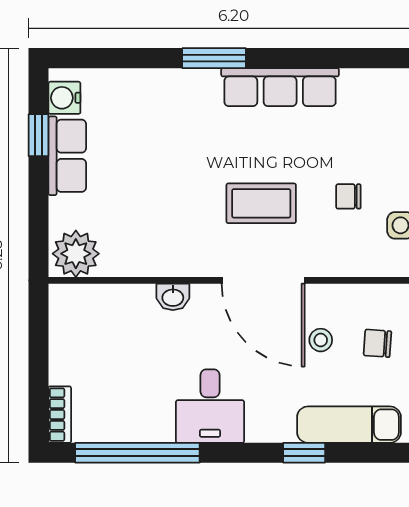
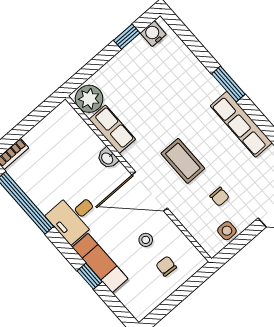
row of seats: (67, 156) -> (112, 129), moved, turned -90
chair: (348, 196) -> (220, 197), turned 180
door: (263, 280) -> (150, 191), hinge flipped
exam couch: (349, 425) -> (100, 263), moved

